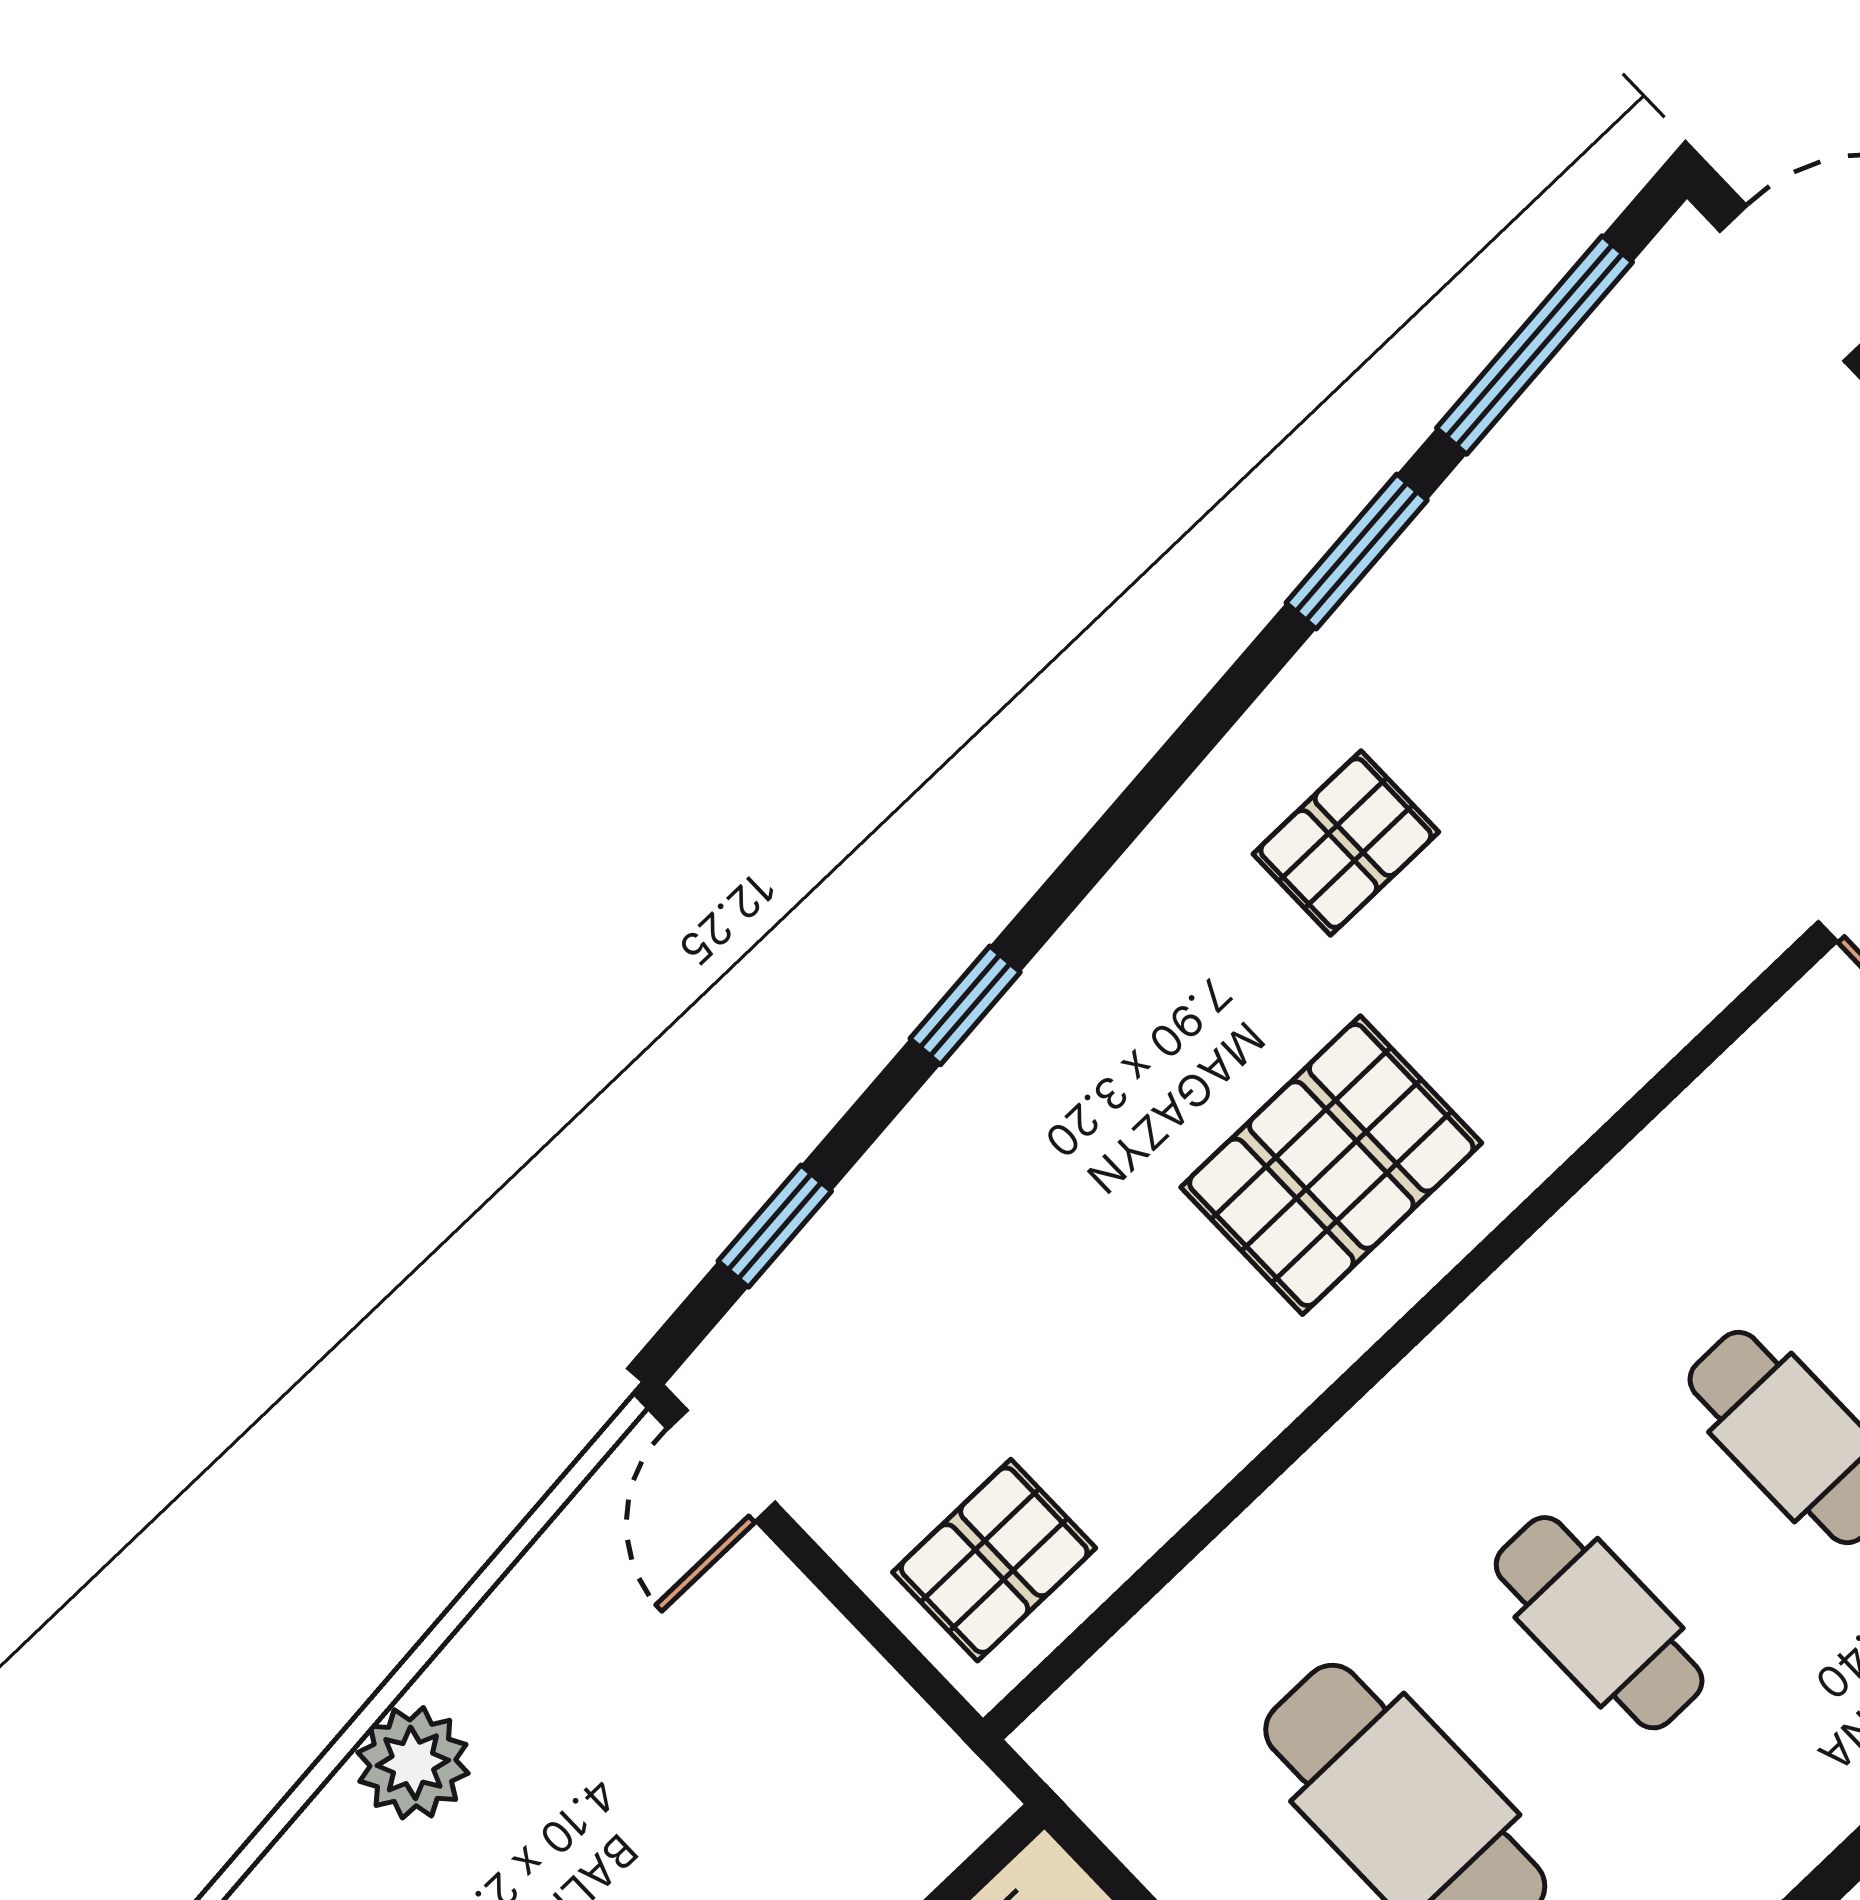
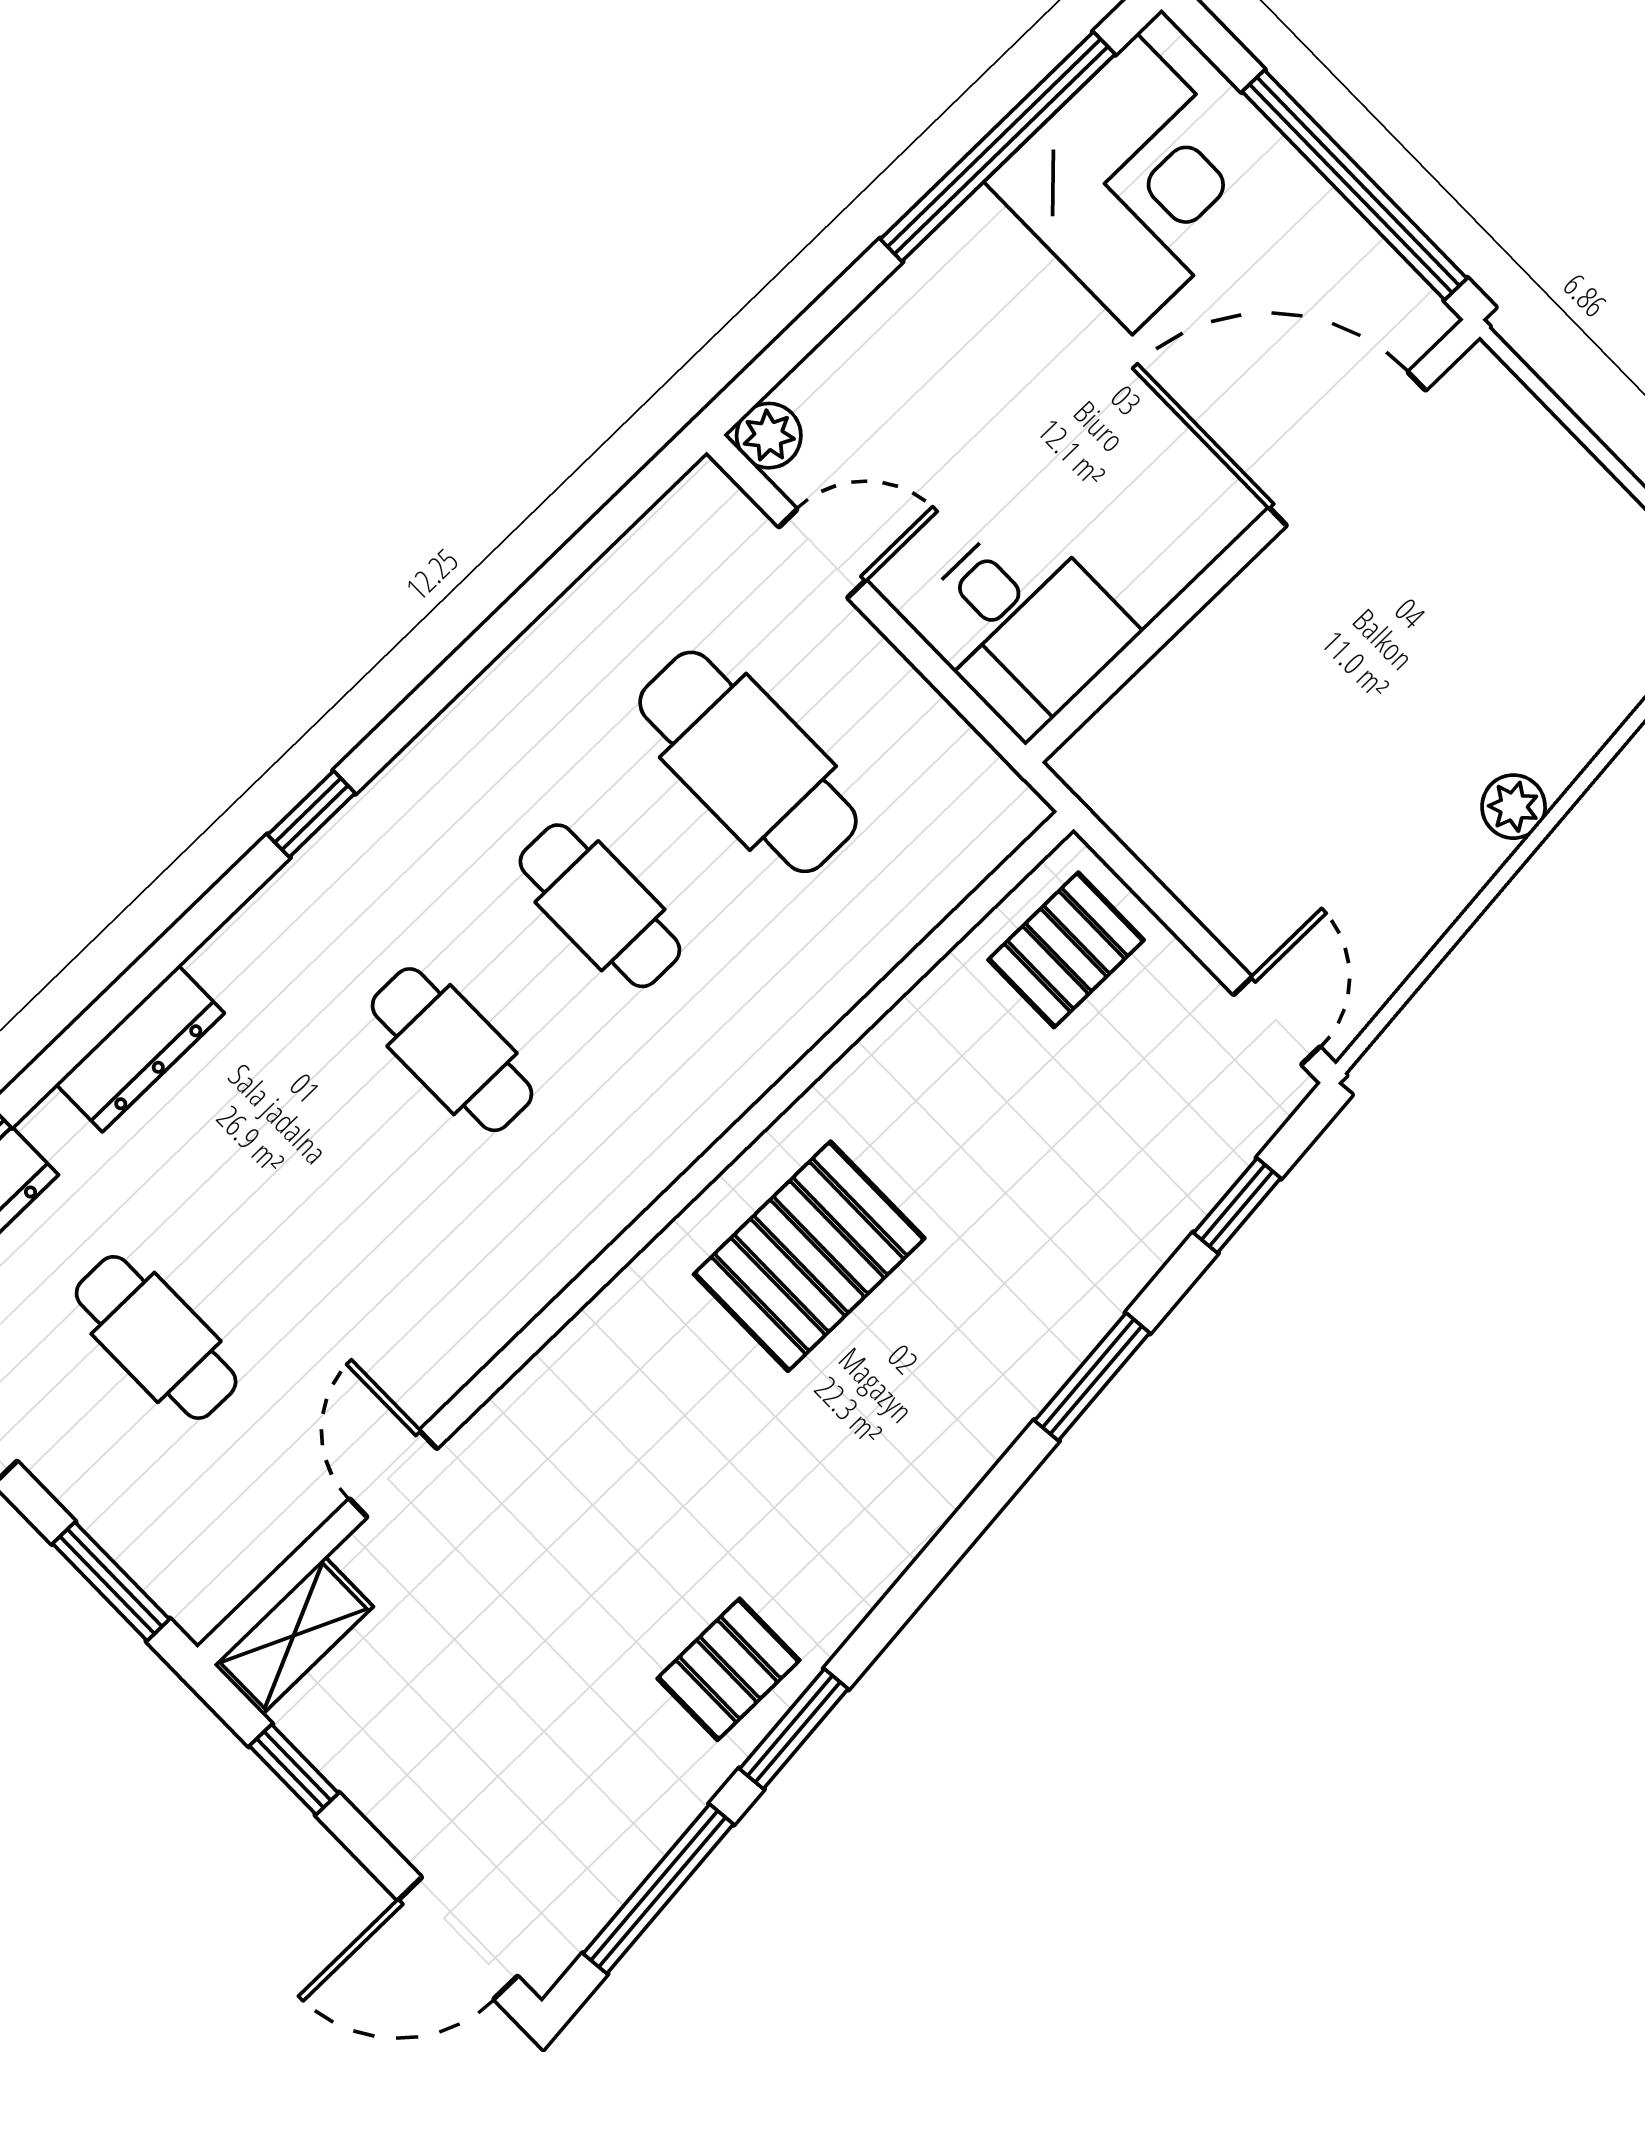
pallet: (1346, 843) -> (728, 1669), moved
window: (965, 1005) -> (1092, 1377), width x1.50
plant: (413, 1763) -> (1514, 807), width x0.73, depth x0.73

